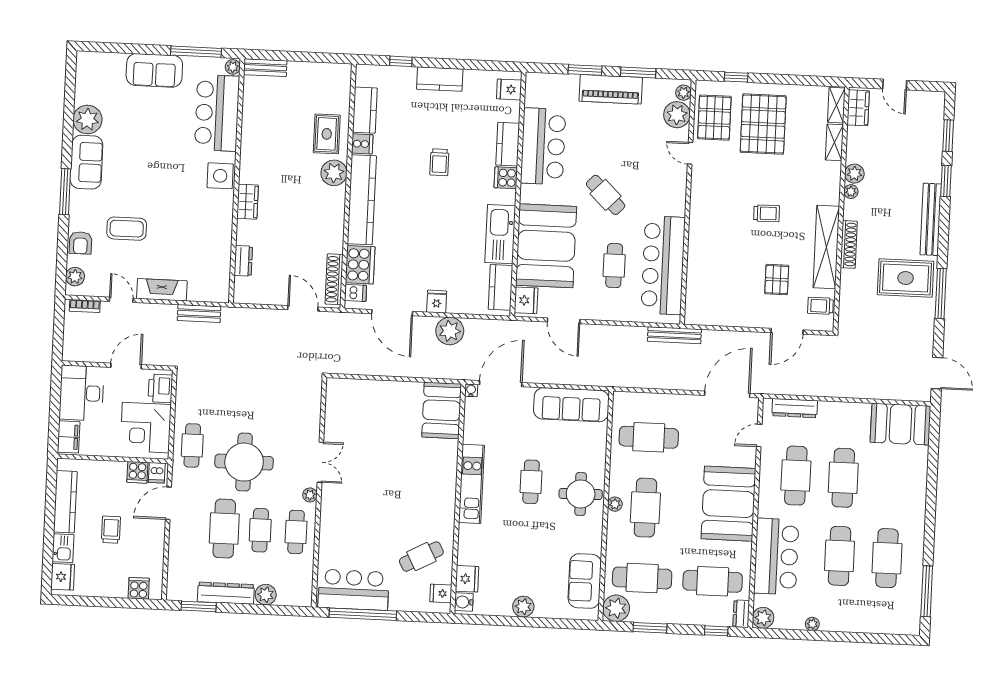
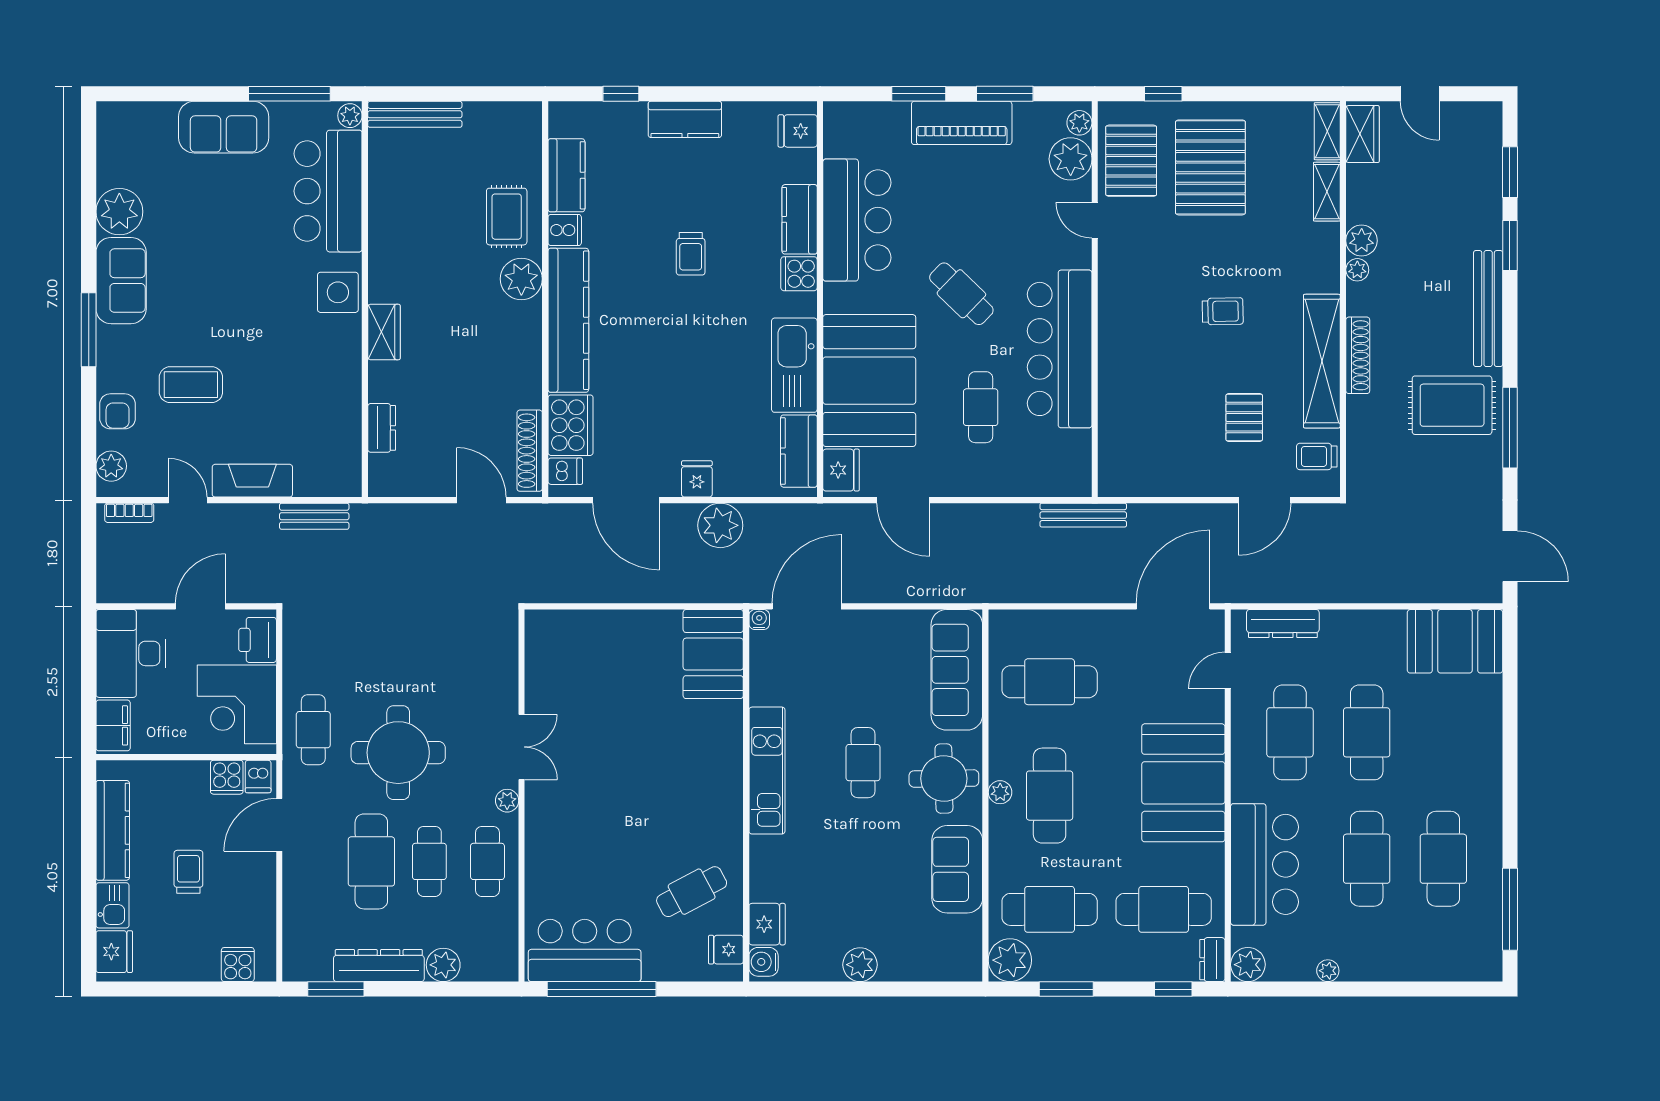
bench: (265, 68) -> (415, 114), width x1.36
bar counter: (663, 265) -> (1060, 349), moved
sofa: (571, 405) -> (957, 670), moved, turned 90
sofa: (585, 581) -> (957, 869), moved

